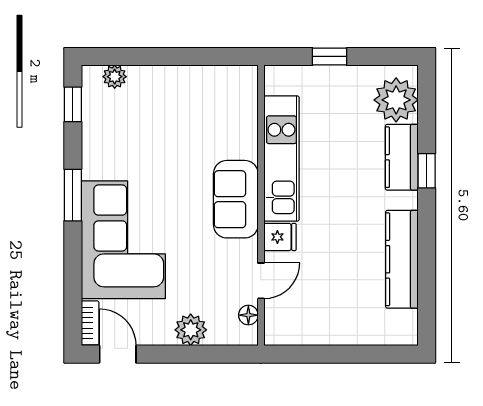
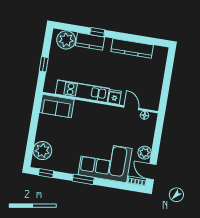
plant: (115, 77) -> (42, 151), width x1.87, depth x1.87
sofa: (236, 199) -> (57, 106), moved
plant: (191, 330) -> (145, 153), moved
door: (118, 354) -> (152, 172), hinge flipped

